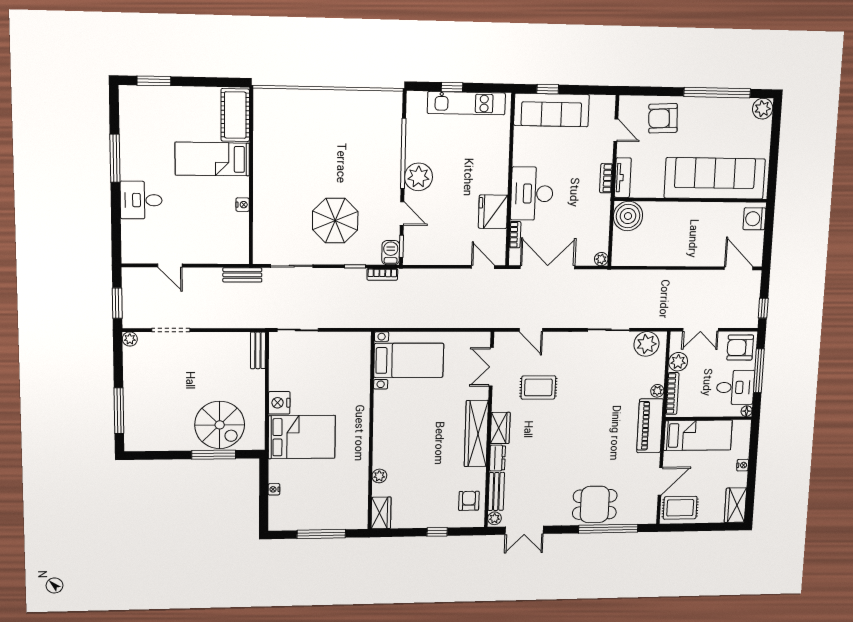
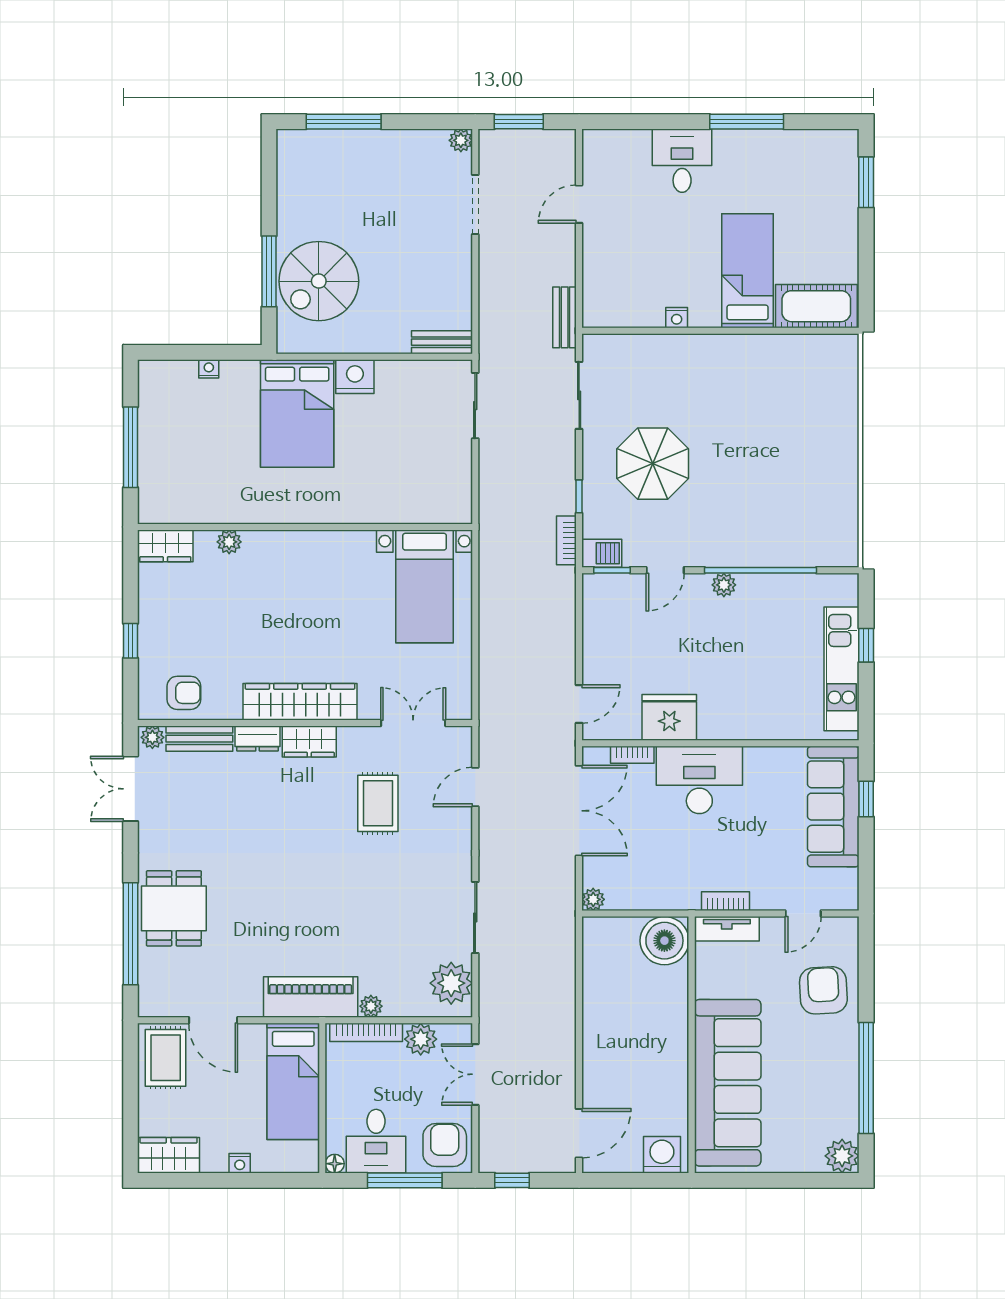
plant: (418, 177) -> (724, 585), width x0.53, depth x0.53

